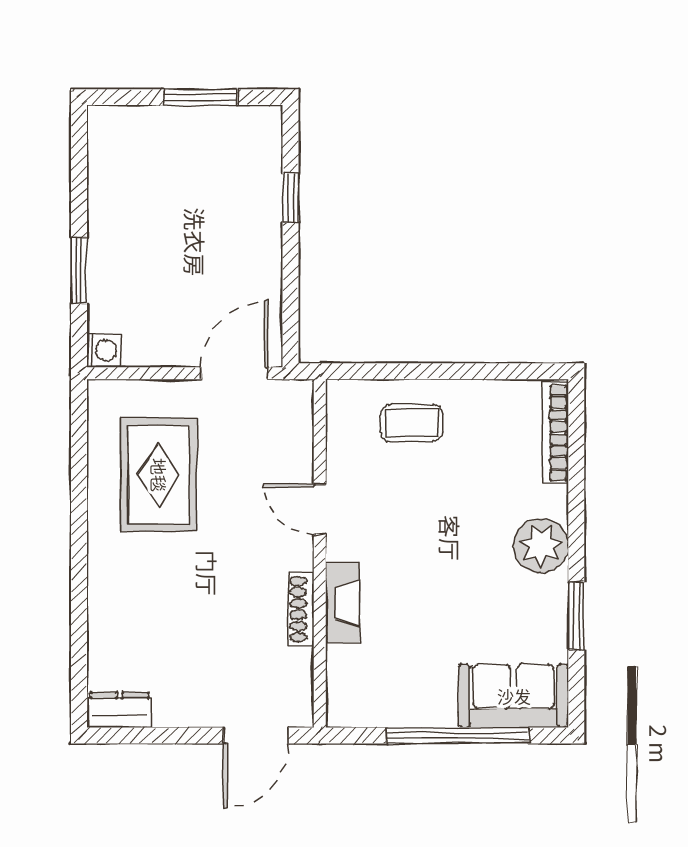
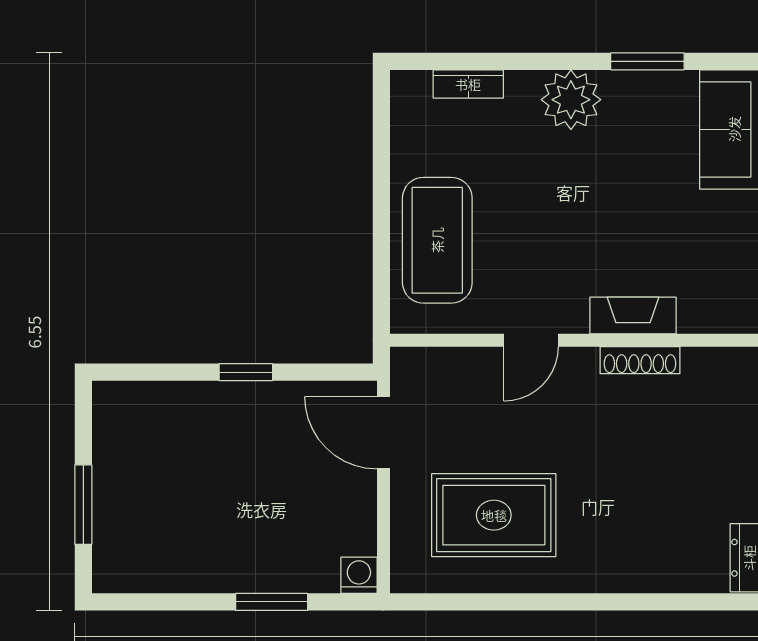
window: (201, 97) -> (83, 505), moved
window: (290, 197) -> (246, 372), moved
coffee table: (412, 423) -> (437, 240), width x1.86, depth x1.72
bookcase: (556, 433) -> (468, 84), width x0.64

